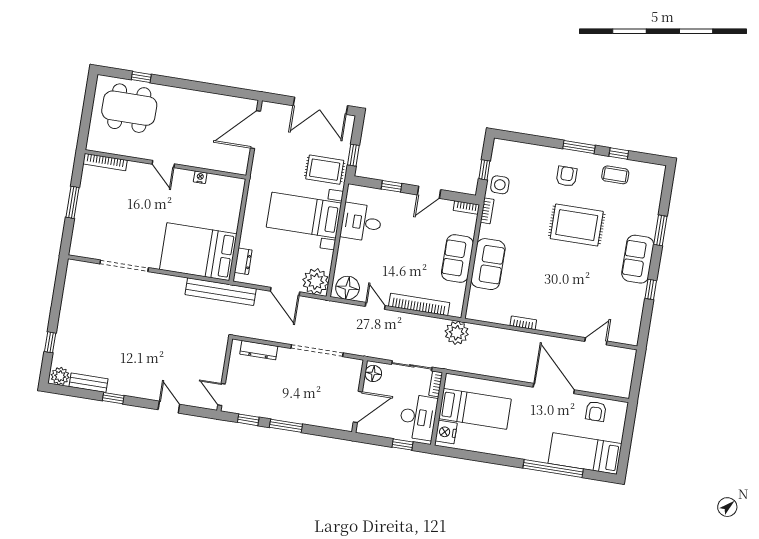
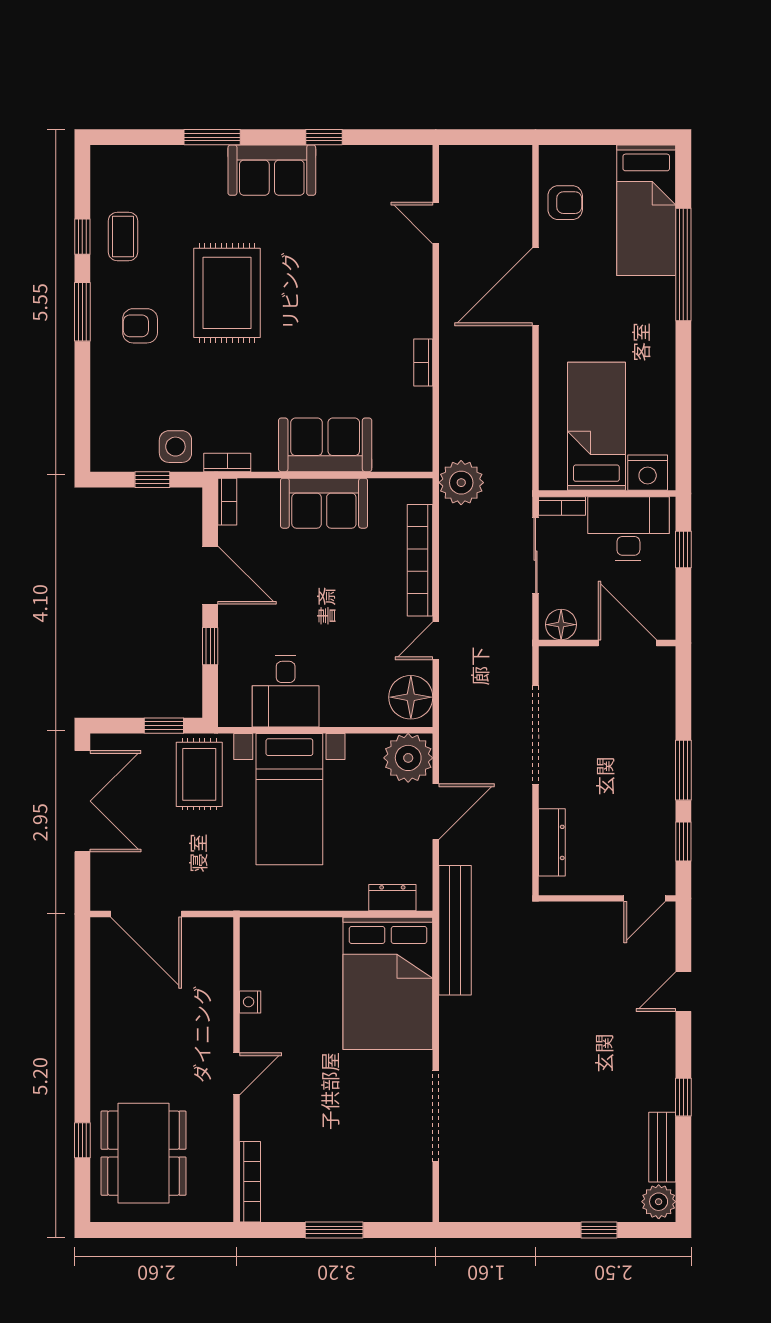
door: (429, 192) -> (210, 575), width x1.38

